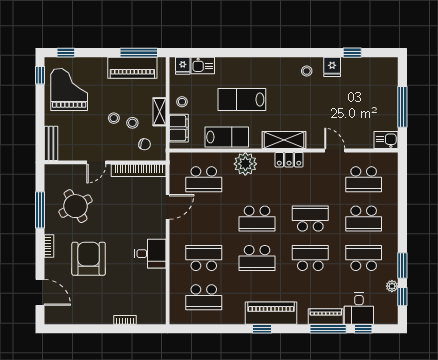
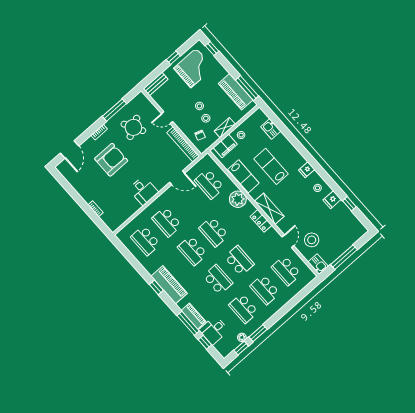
fridge: (183, 66) -> (307, 170), moved
window: (40, 75) -> (173, 58), moved
stool: (355, 125) -> (312, 240), added
school desk: (204, 258) -> (167, 222), turned 180
school desk: (364, 258) -> (244, 308), turned 180

